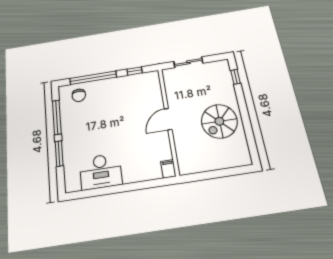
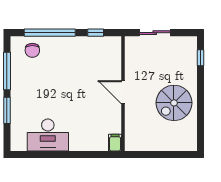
door: (168, 119) -> (123, 92), hinge flipped

